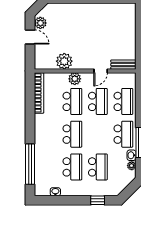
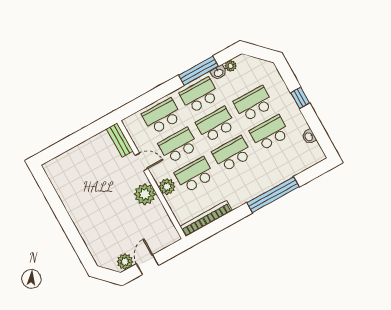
plant: (64, 61) -> (145, 194), moved
school desk: (98, 134) -> (216, 125), added
window: (30, 164) -> (273, 195), moved
window: (98, 200) -> (300, 98), moved

